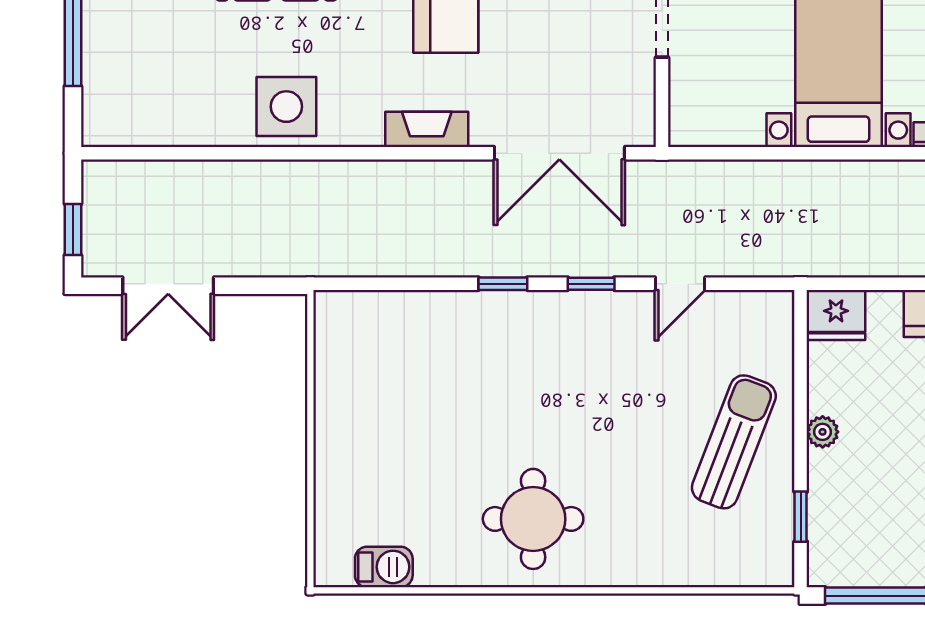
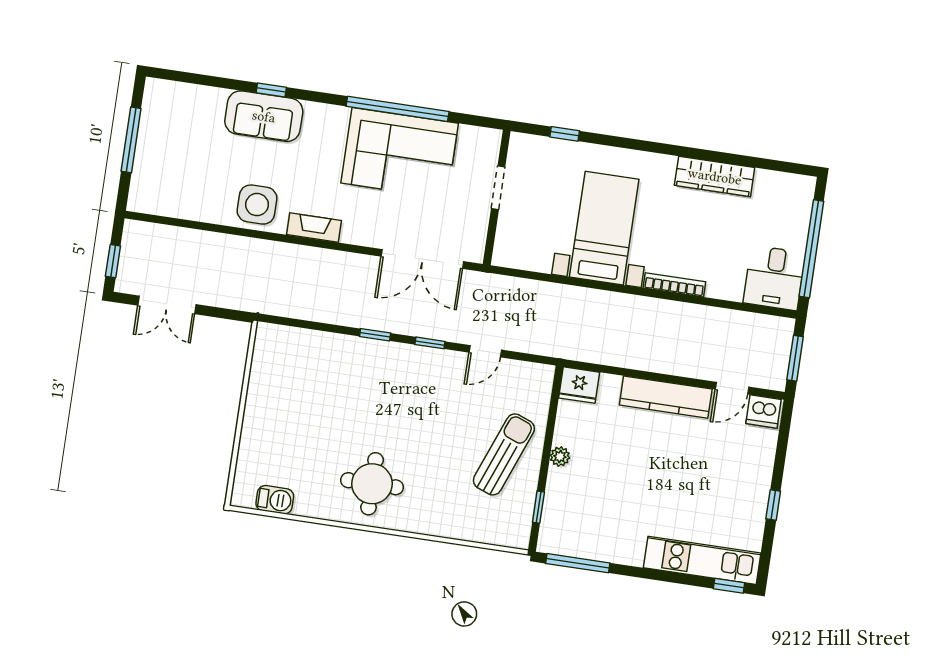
fireplace: (427, 129) -> (314, 228), moved

